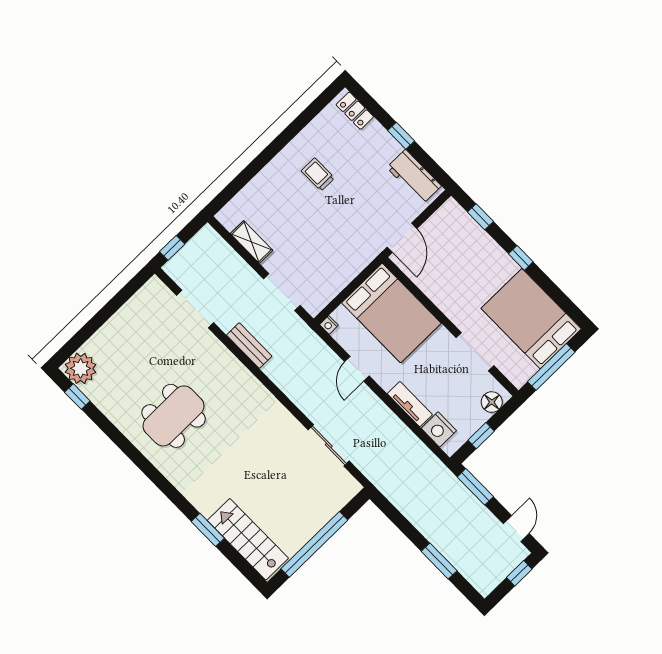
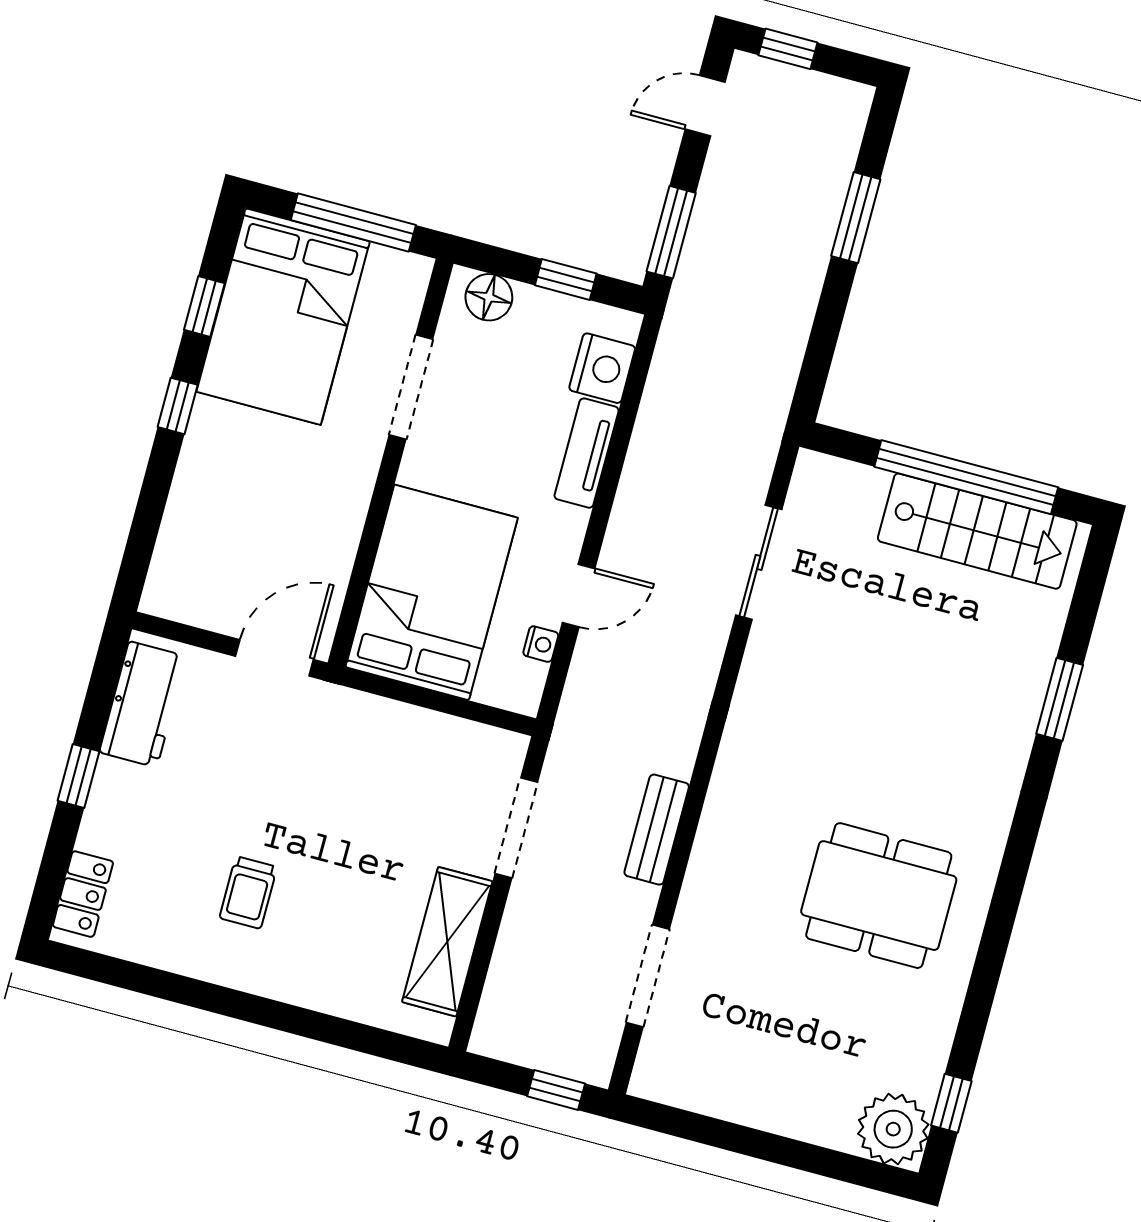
window: (480, 217) -> (204, 306), moved
shelving: (252, 242) -> (447, 942), width x1.50, depth x1.33
nightstand: (329, 325) -> (541, 644), moved
stairs: (248, 539) -> (977, 531), moved, turned -90

